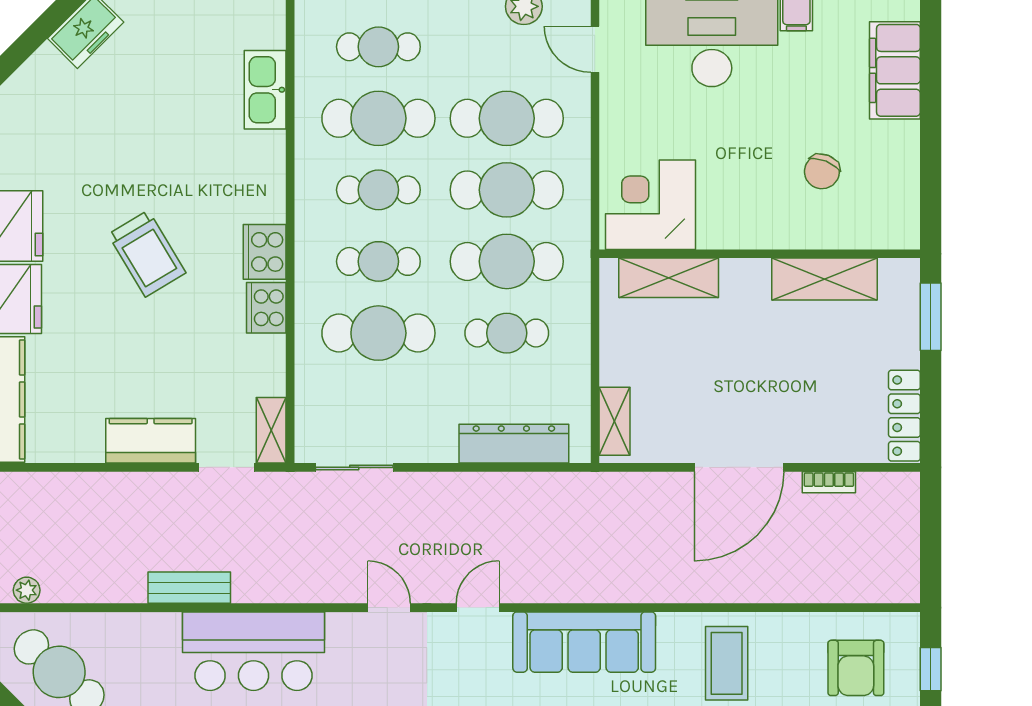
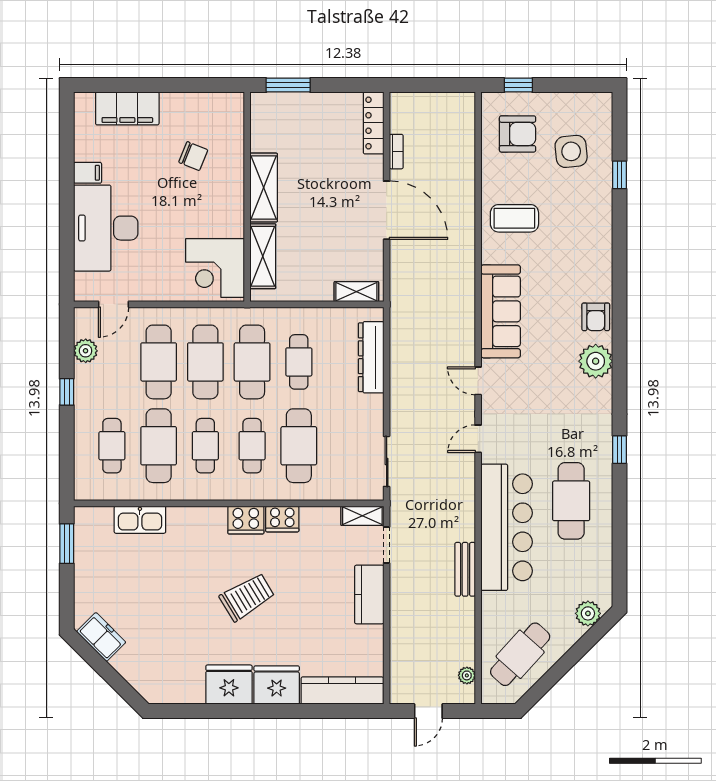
shelving: (825, 279) -> (264, 188), moved
locker: (904, 416) -> (374, 123), moved, turned 90
bar counter: (253, 651) -> (507, 527), width x1.36

